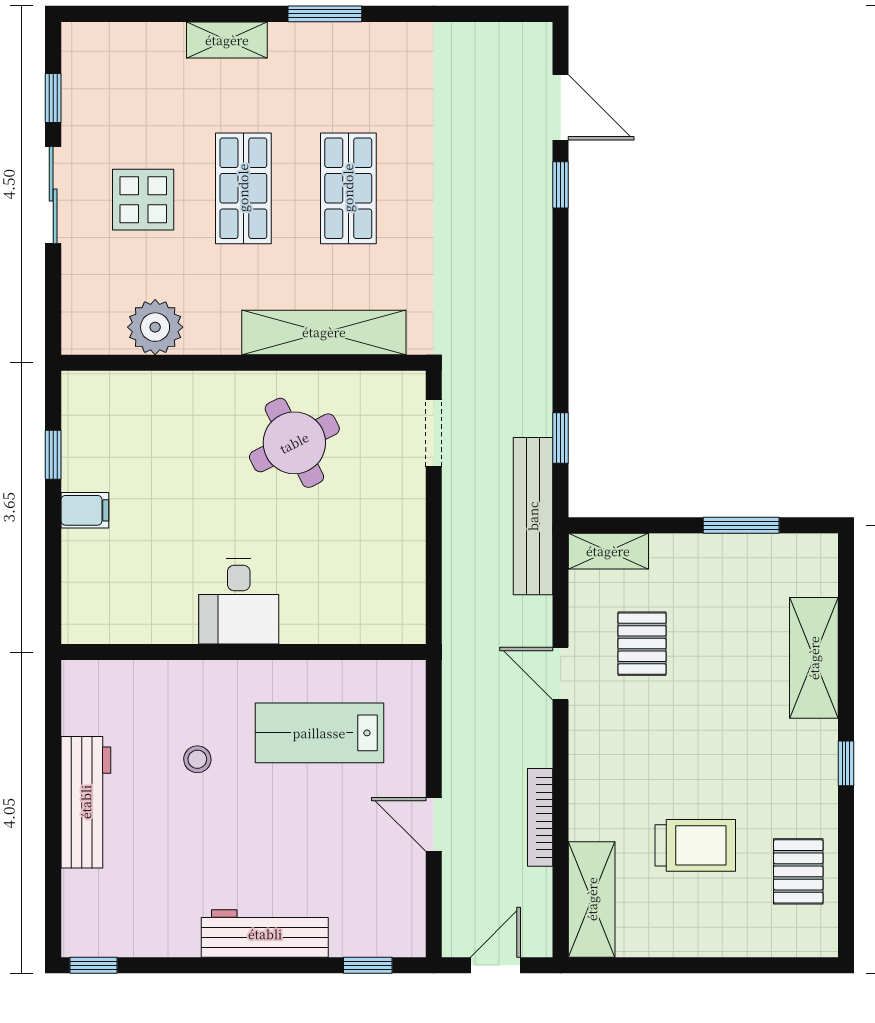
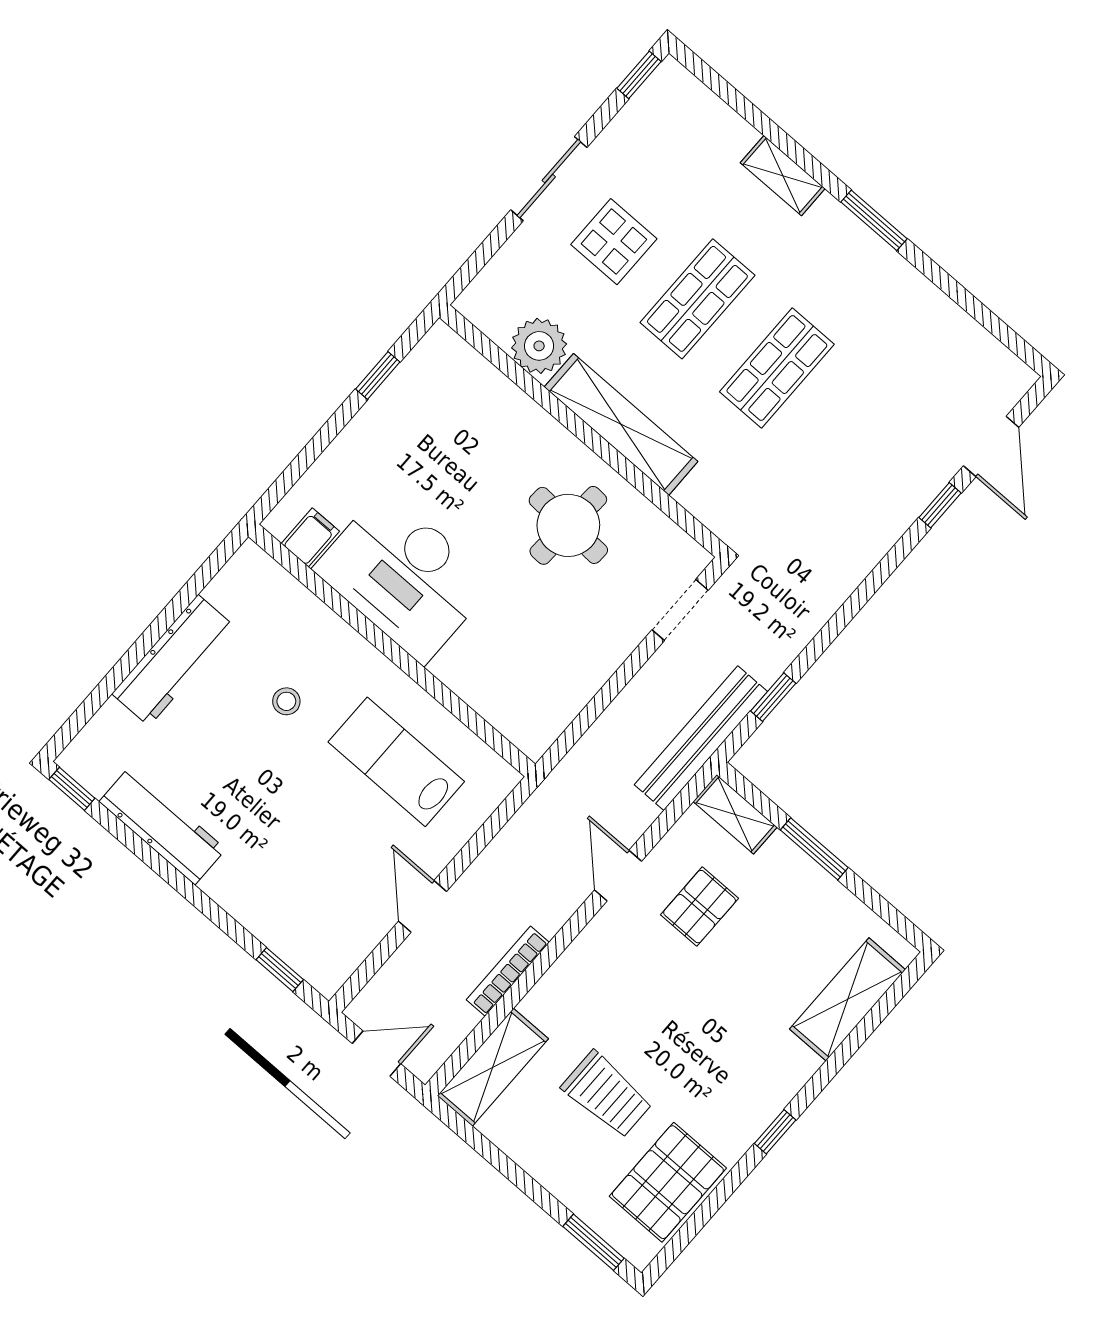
window: (53, 98) -> (639, 75), moved
shelving: (324, 332) -> (621, 424), moved
round table: (294, 443) -> (568, 525), turned 30
filing cabinet: (85, 510) -> (310, 537), moved, turned -90
window: (741, 525) -> (814, 849), moved
desk: (239, 601) -> (404, 576), width x1.87, depth x1.30
shelving: (814, 658) -> (848, 999), moved
pallet: (798, 871) -> (668, 1182), width x1.50, depth x1.42
workbench: (265, 934) -> (162, 825), moved
window: (782, 965) -> (594, 1242), added

